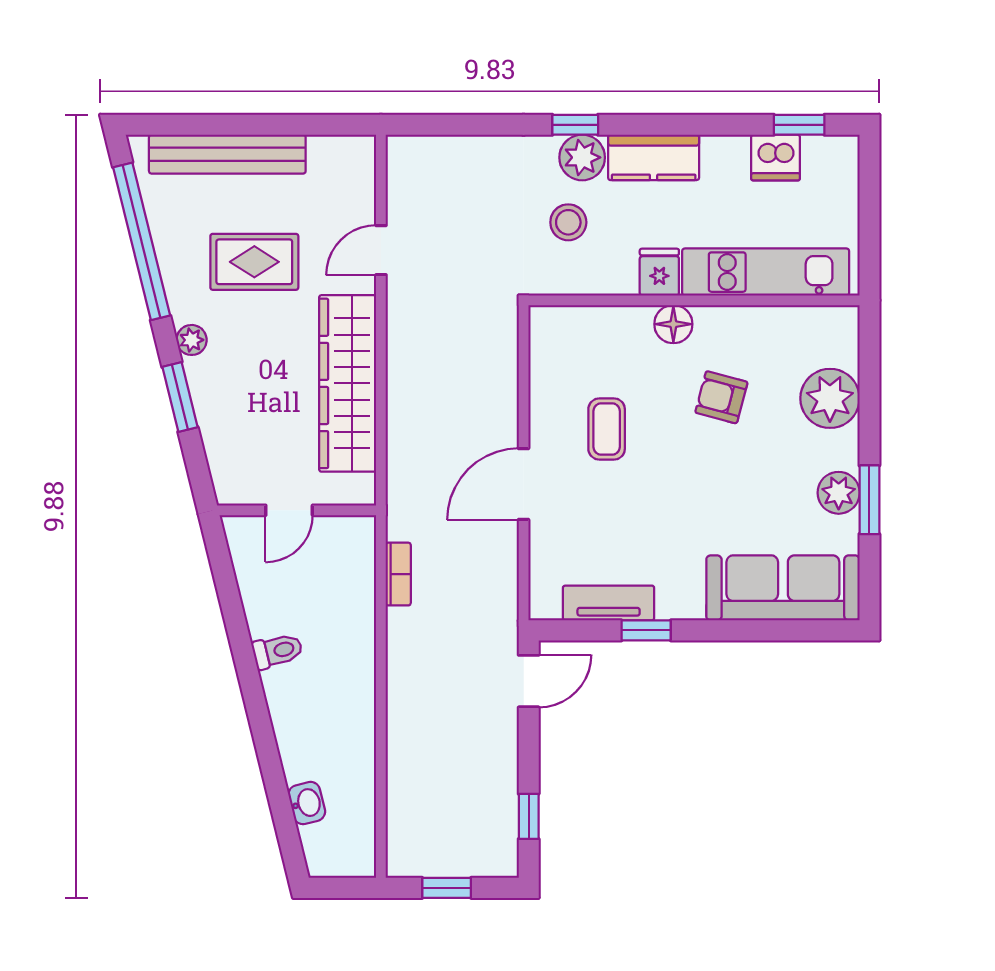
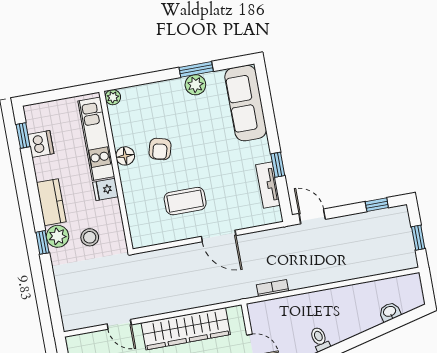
floor lamp: (673, 324) -> (125, 156), moved
plant: (830, 398) -> (113, 97), moved, width x0.53, depth x0.53
coffee table: (607, 429) -> (185, 201), width x1.36, depth x1.30

